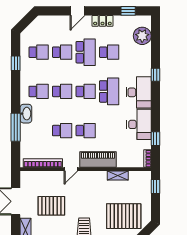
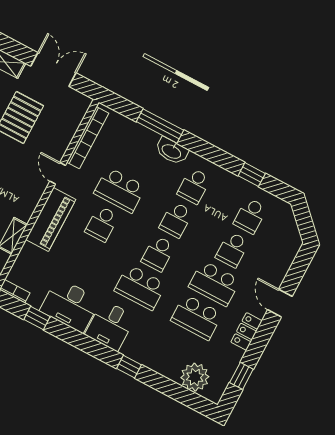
school desk: (109, 52) -> (197, 317), width x1.85
desk: (139, 92) -> (110, 326), width x0.73
school desk: (62, 131) -> (120, 190), width x1.85

